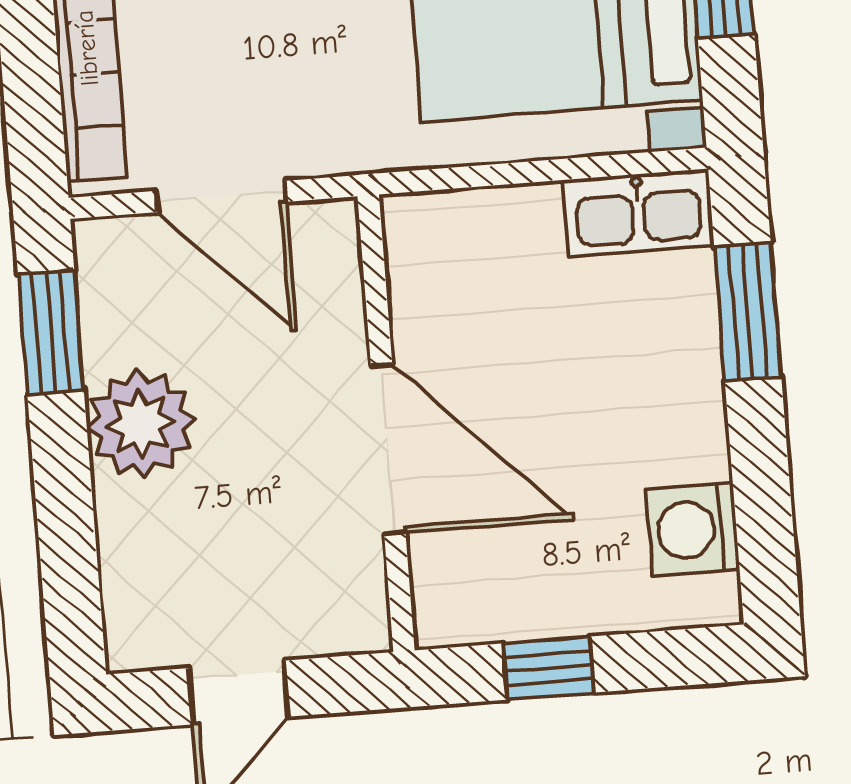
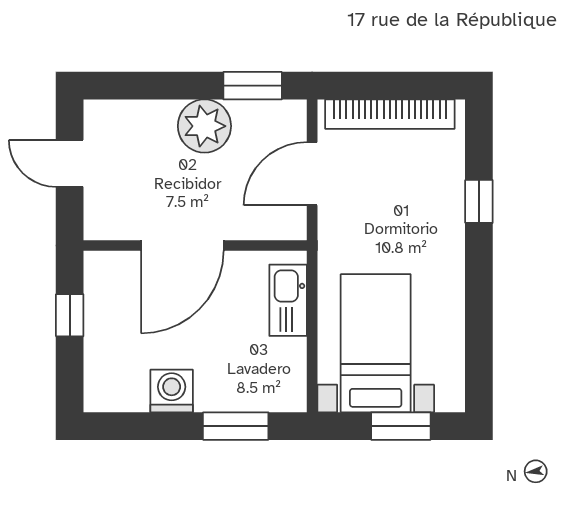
kitchen sink: (638, 213) -> (288, 300), moved
washing machine: (693, 529) -> (172, 391), moved

